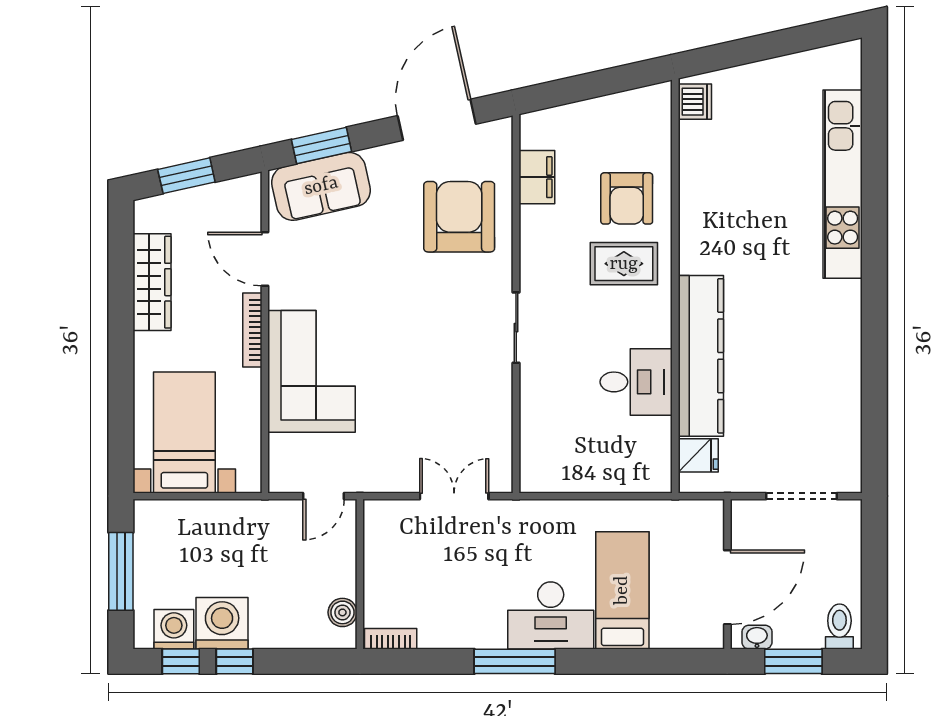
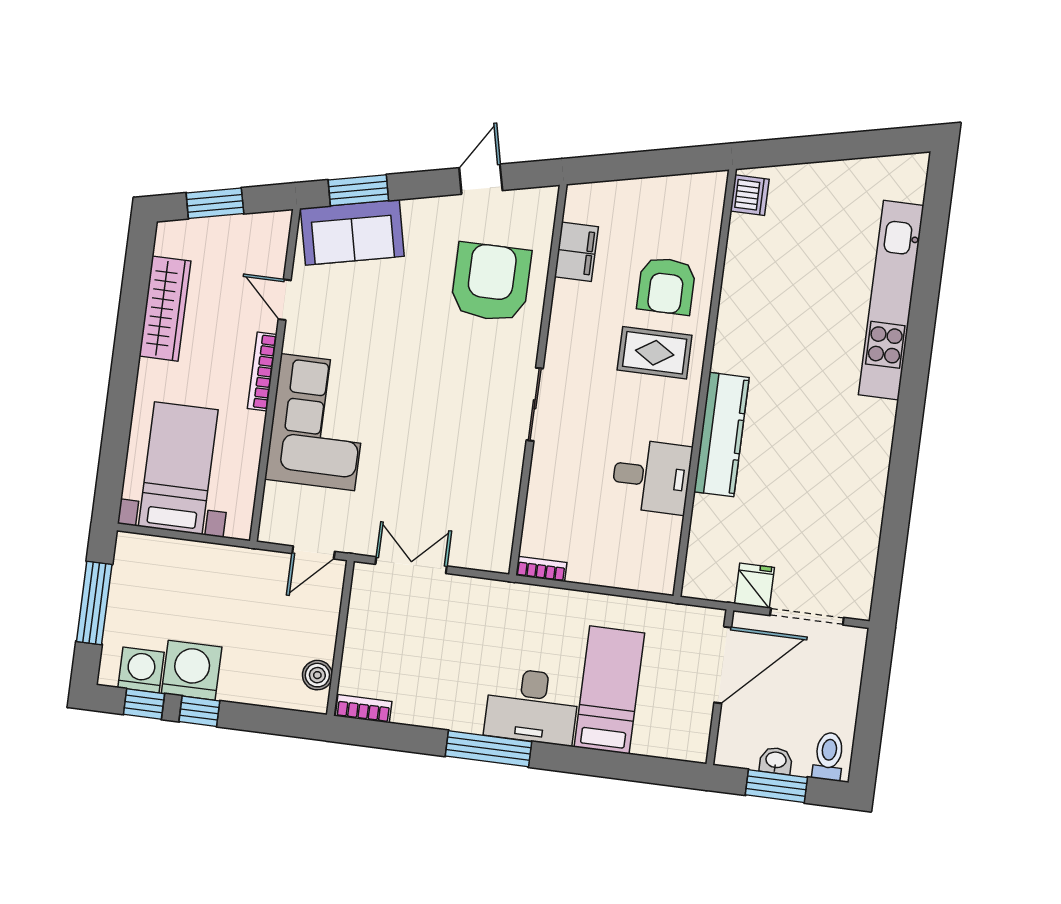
door: (437, 120) -> (481, 179), width x0.53
door: (265, 259) -> (285, 300), width x0.73
kitchen counter: (701, 356) -> (721, 435), width x0.72, depth x0.86
fridge: (698, 455) -> (755, 586), moved, turned -90
bookcase: (543, 484) -> (541, 569), added
double door: (454, 496) -> (411, 565), moved
door: (727, 587) -> (723, 665), moved
washbasin: (757, 637) -> (776, 761), moved

